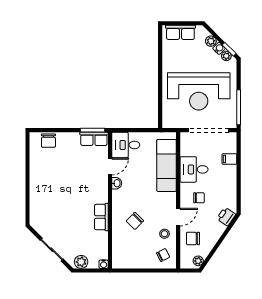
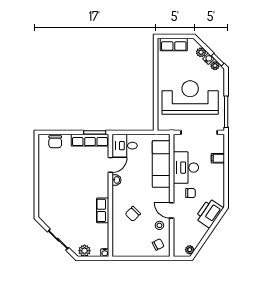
reception desk: (199, 91) -> (190, 97), turned 180
row of seats: (94, 139) -> (90, 140), width x1.48
desk: (194, 169) -> (186, 168), width x1.37
door: (178, 217) -> (172, 210), swing flipped
printer: (226, 217) -> (209, 213), width x1.87, depth x1.48
chair: (193, 238) -> (185, 230), removed

